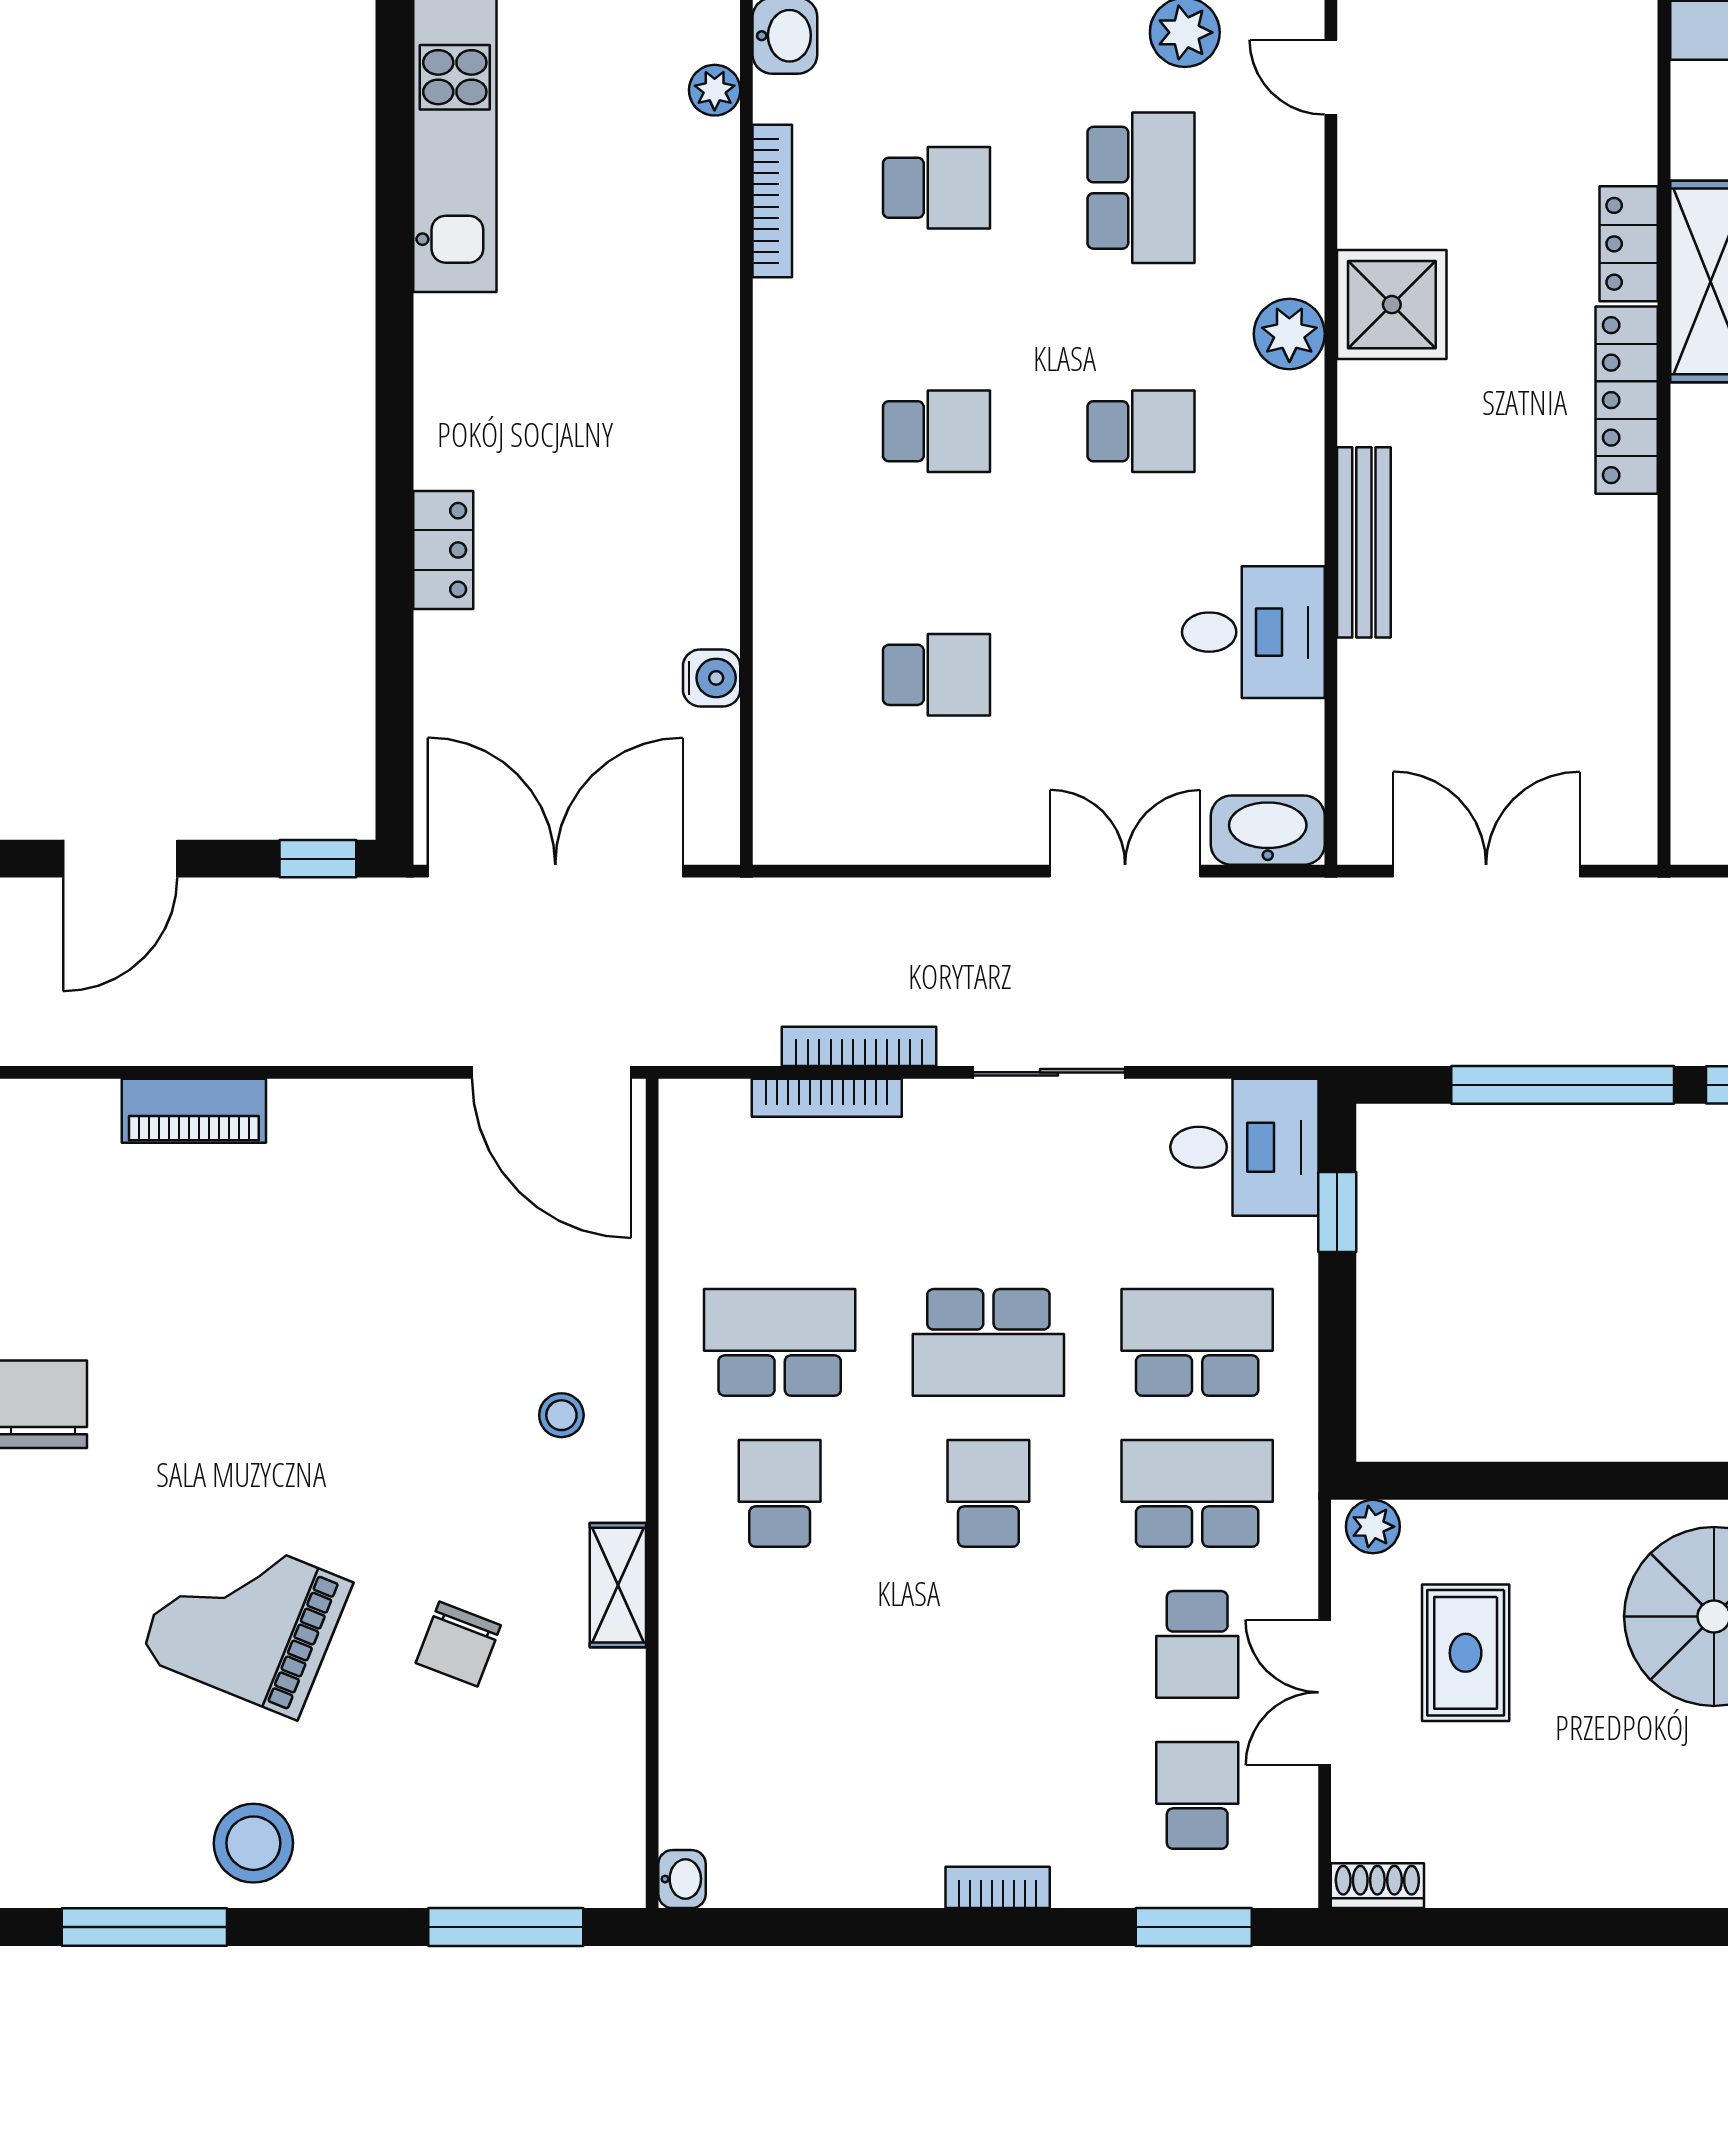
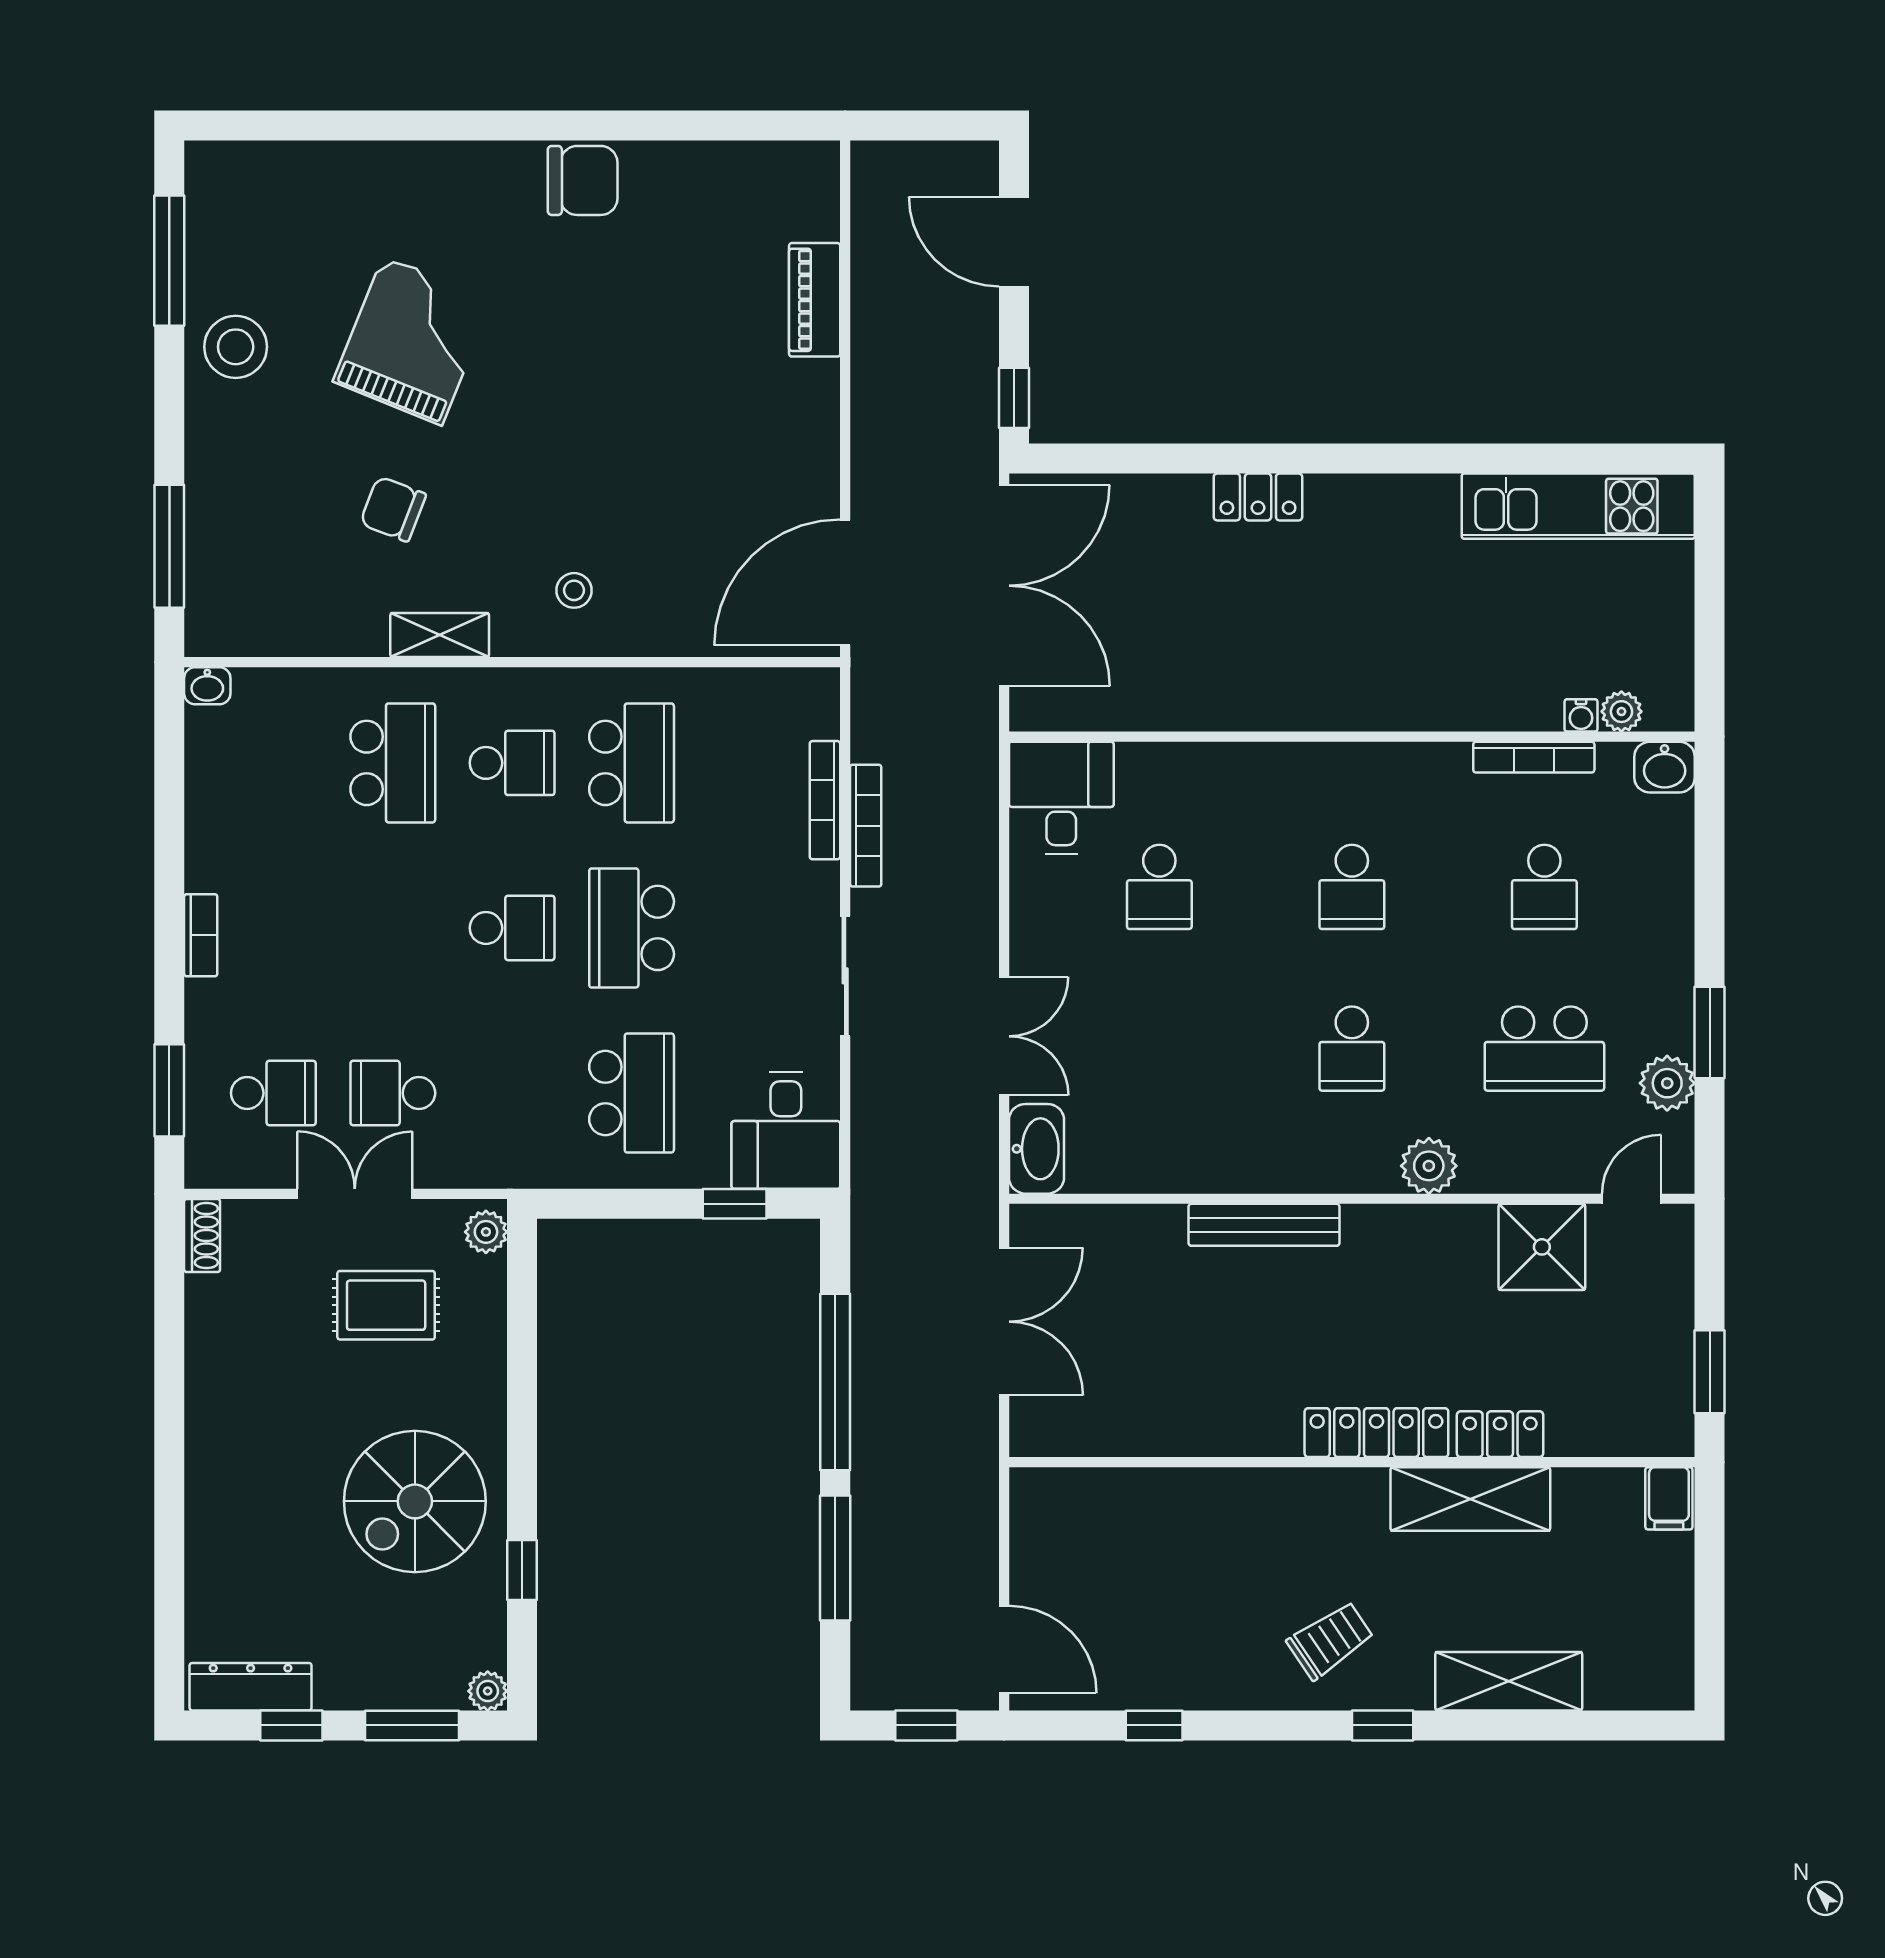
shower: (1392, 305) -> (1542, 1247), moved
desk: (1253, 632) -> (1061, 798), moved, turned 180
water cooler: (712, 678) -> (1581, 715), moved, width x0.72, depth x0.72
school desk: (1197, 1493) -> (393, 763), moved

